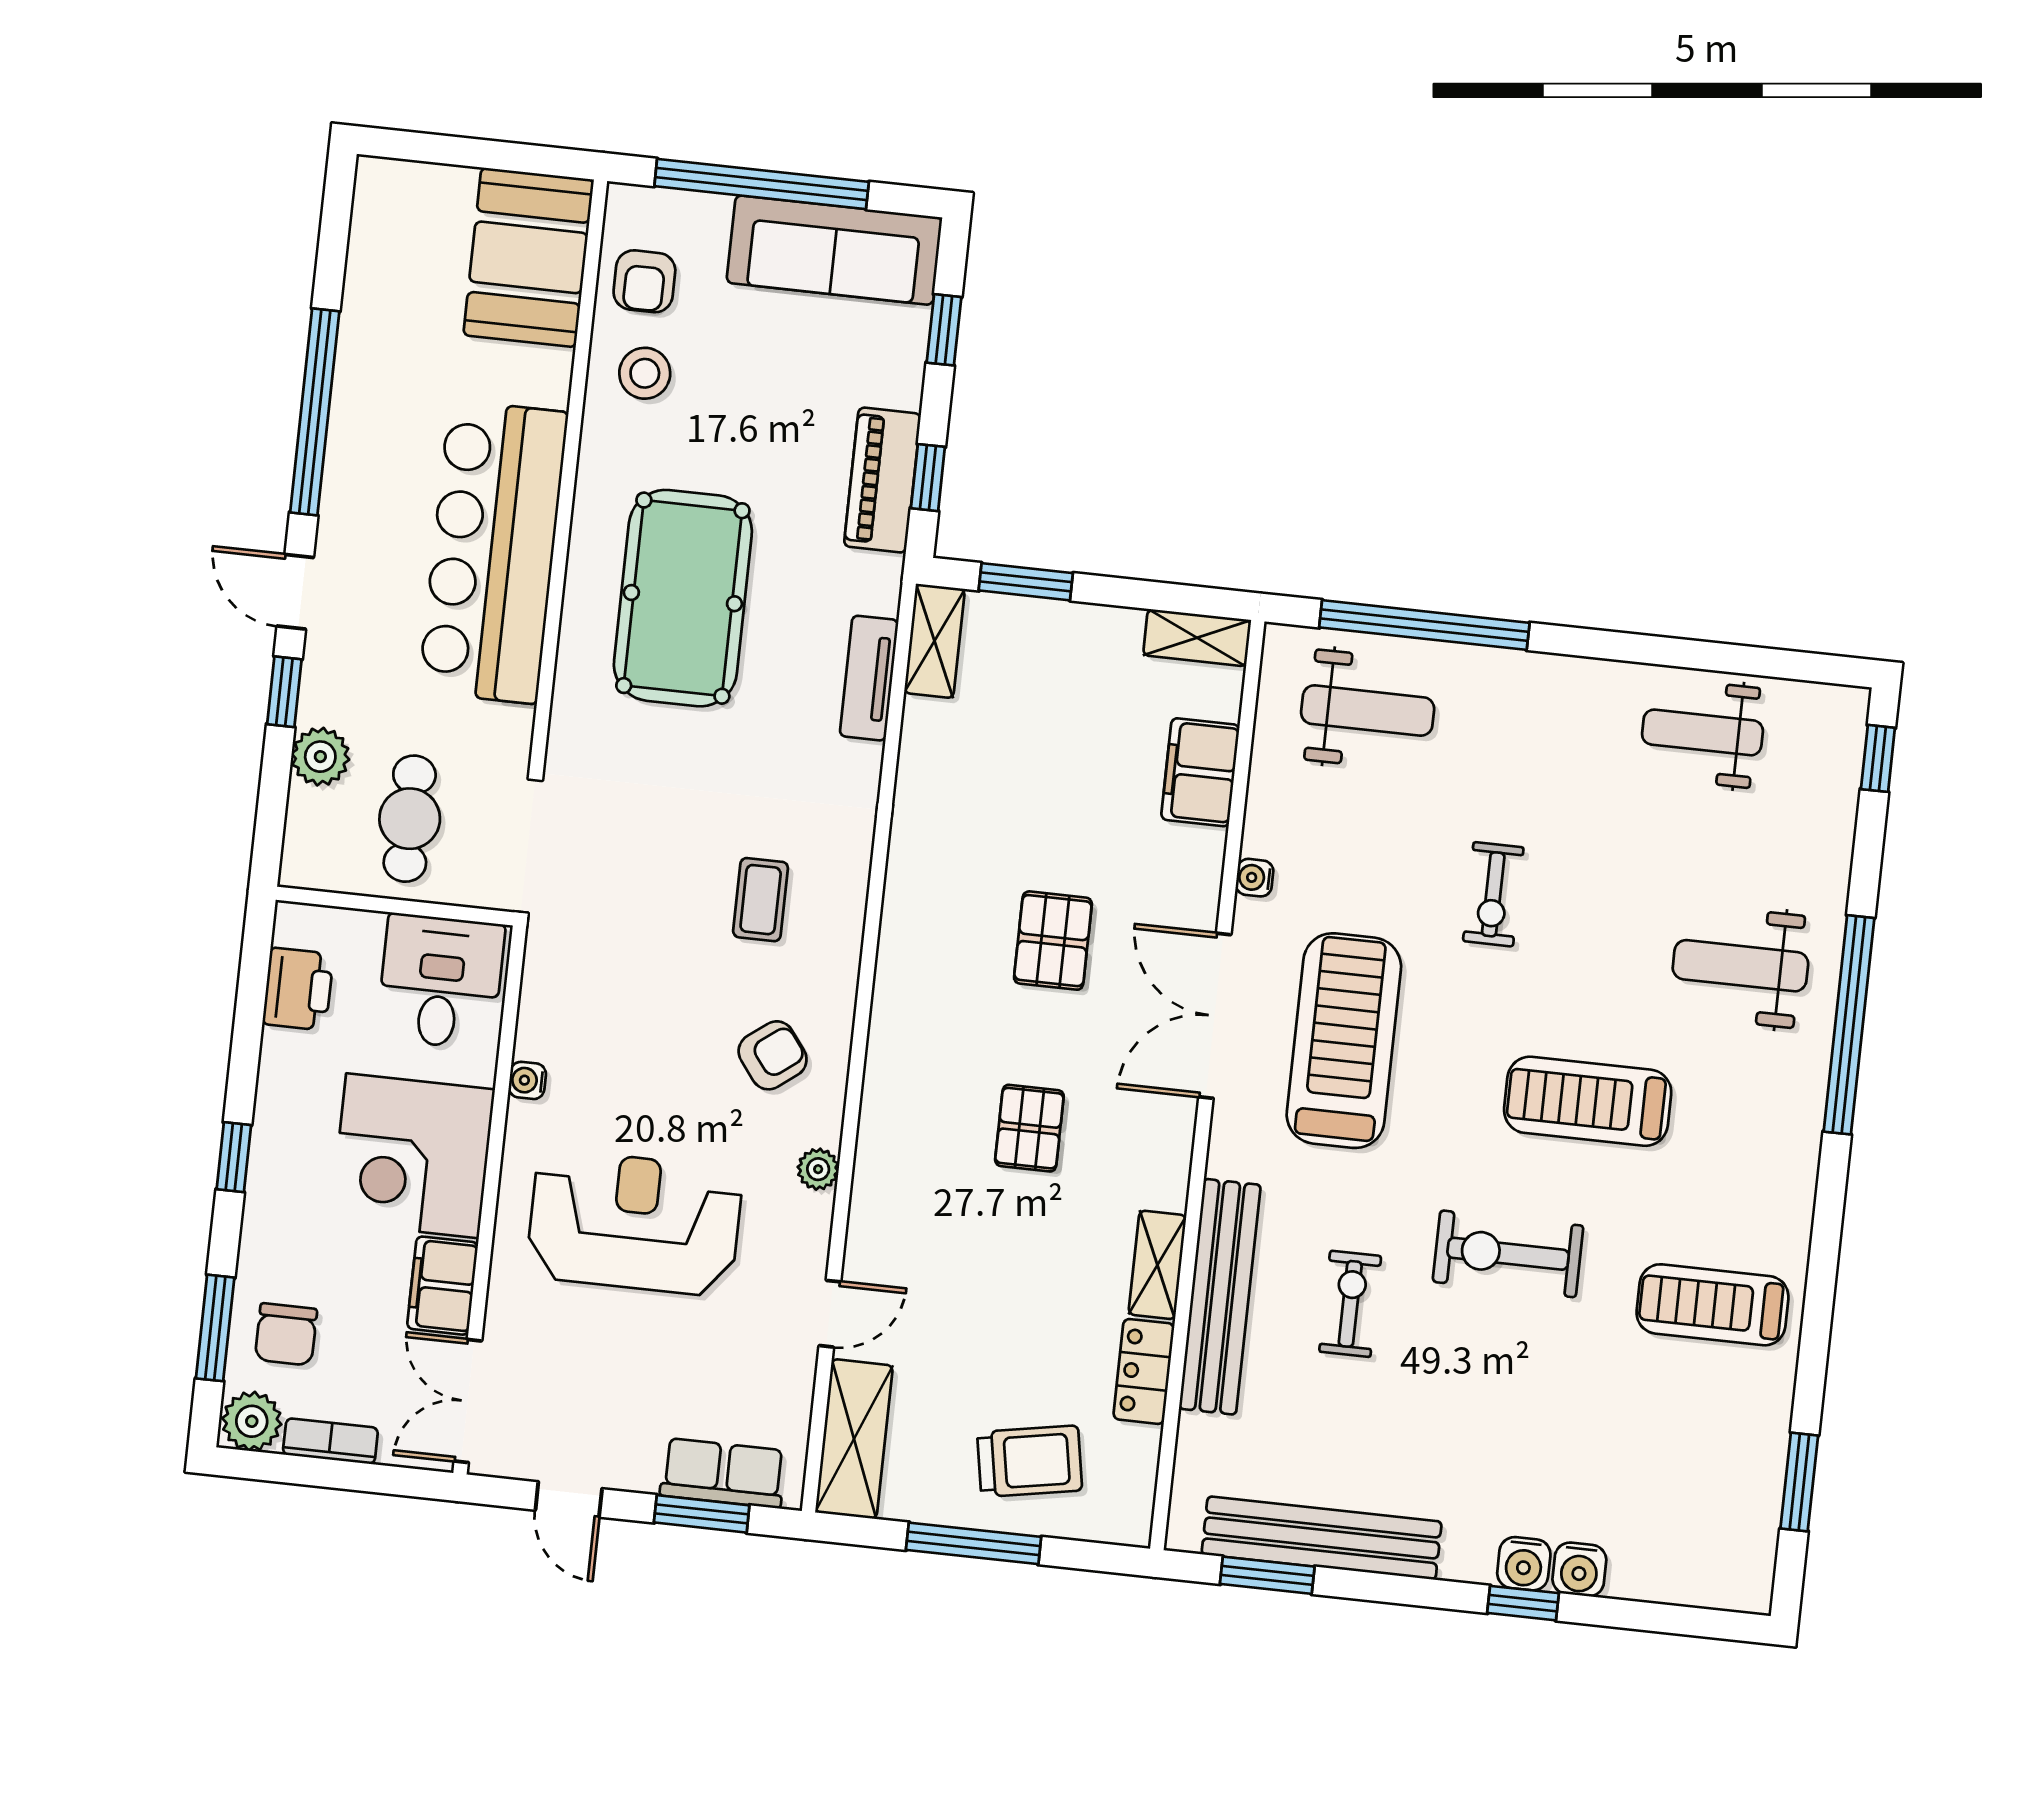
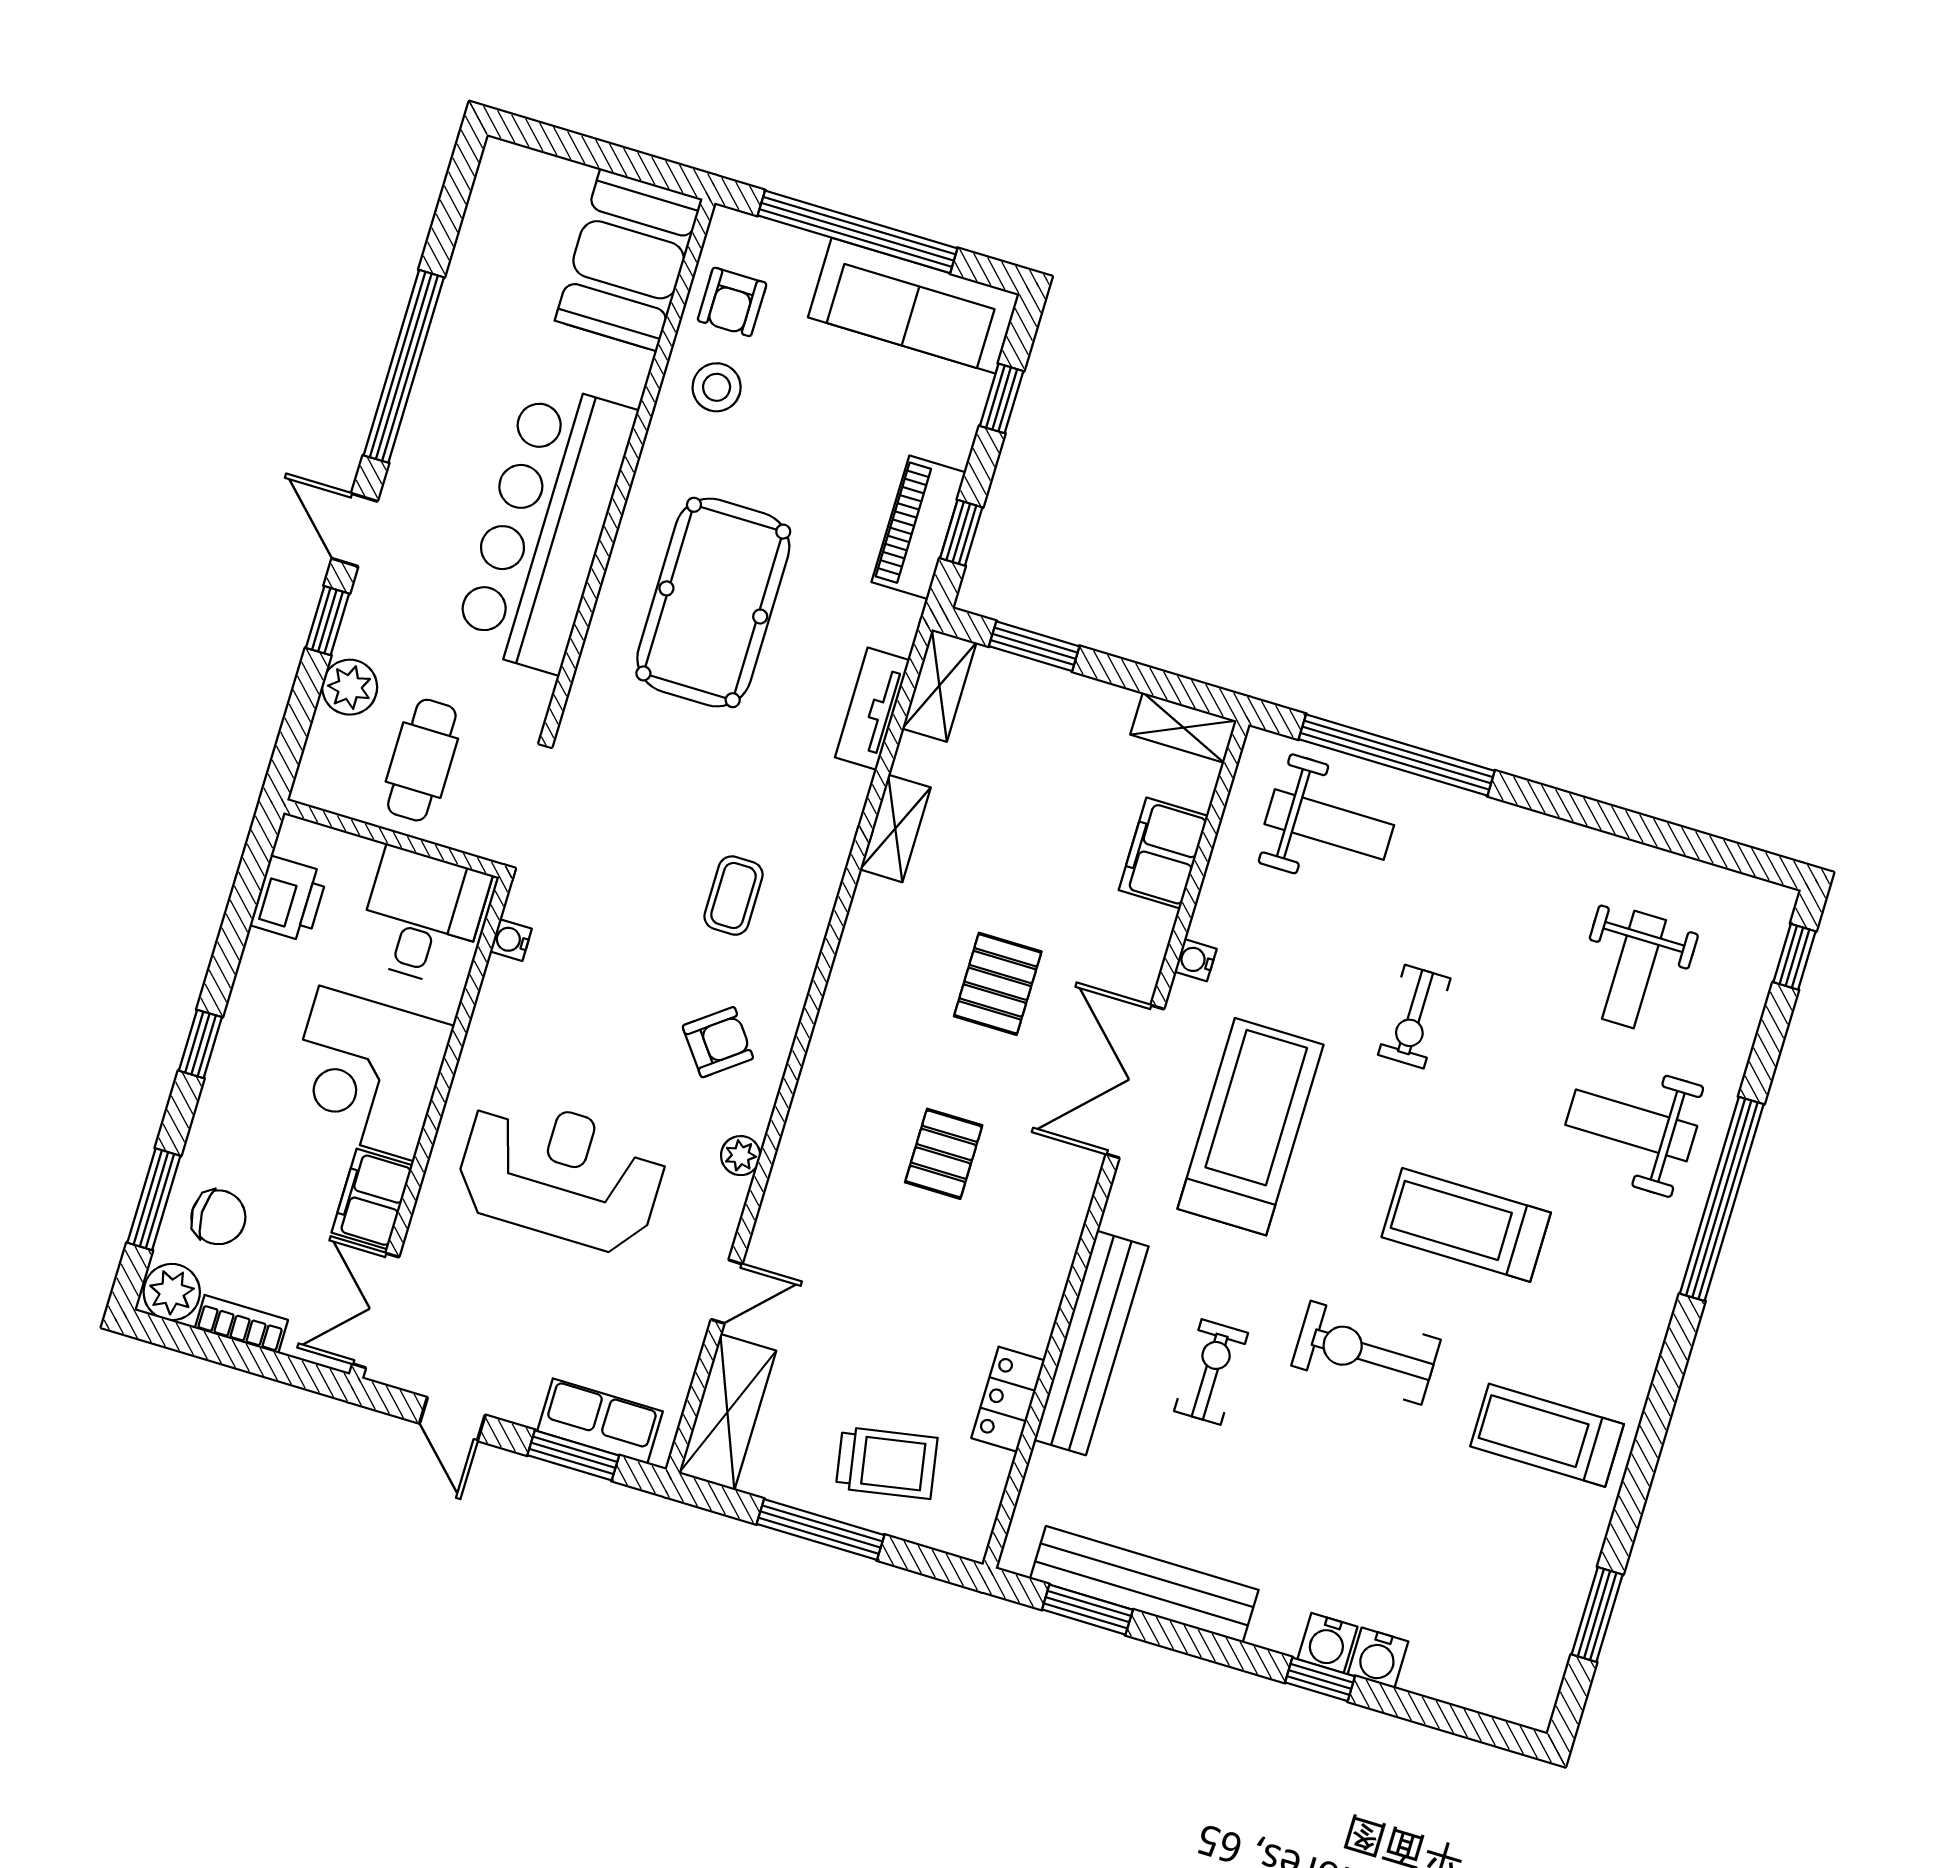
weight bench: (1702, 732) -> (1634, 970), moved, turned -90
water cooler: (527, 1080) -> (511, 940), moved
shelving: (1157, 1265) -> (895, 828), moved
chair: (286, 1334) -> (218, 1217), turned -90

